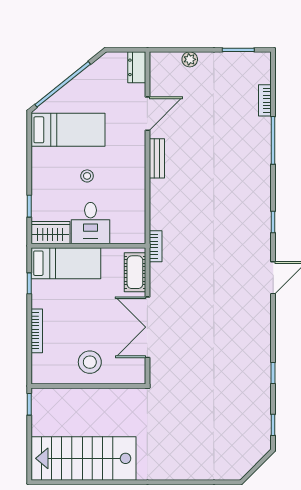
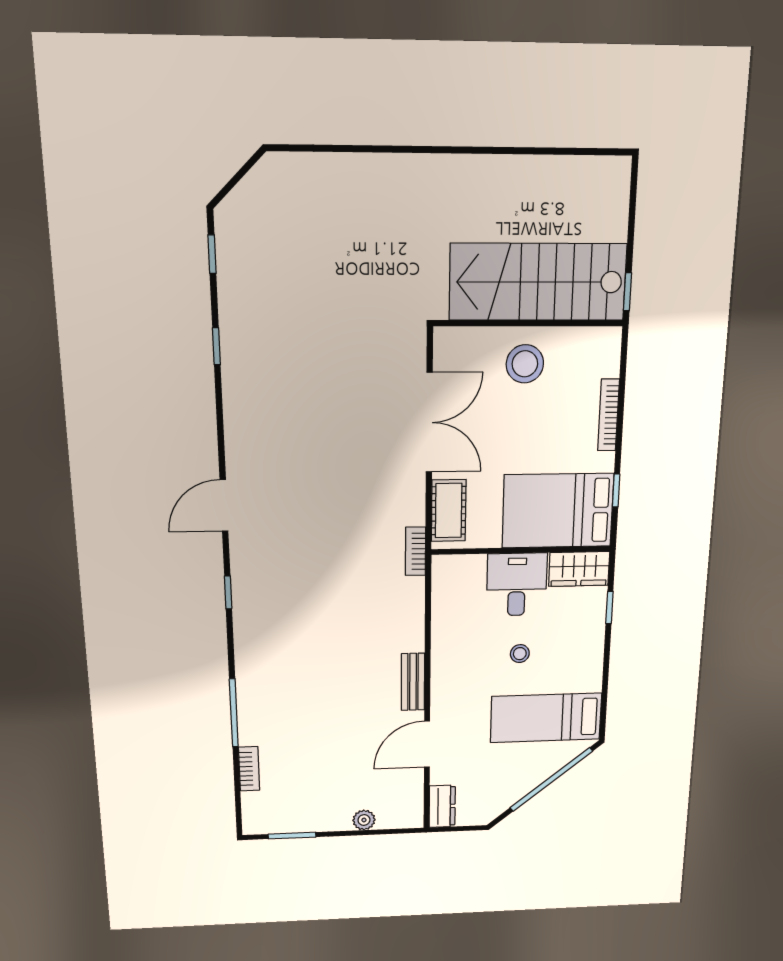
bed: (66, 263) -> (558, 511), width x1.50
stairs: (84, 458) -> (538, 282), moved, turned 180

